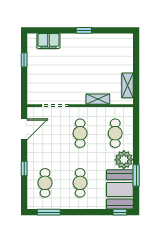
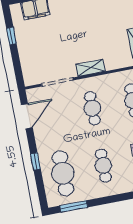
shelving: (98, 99) -> (90, 68), moved
cafe table: (45, 183) -> (63, 173), width x1.37, depth x1.35

